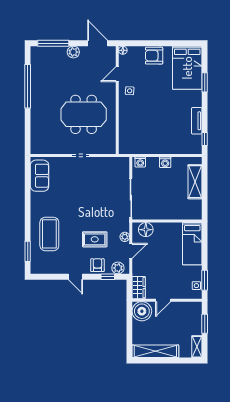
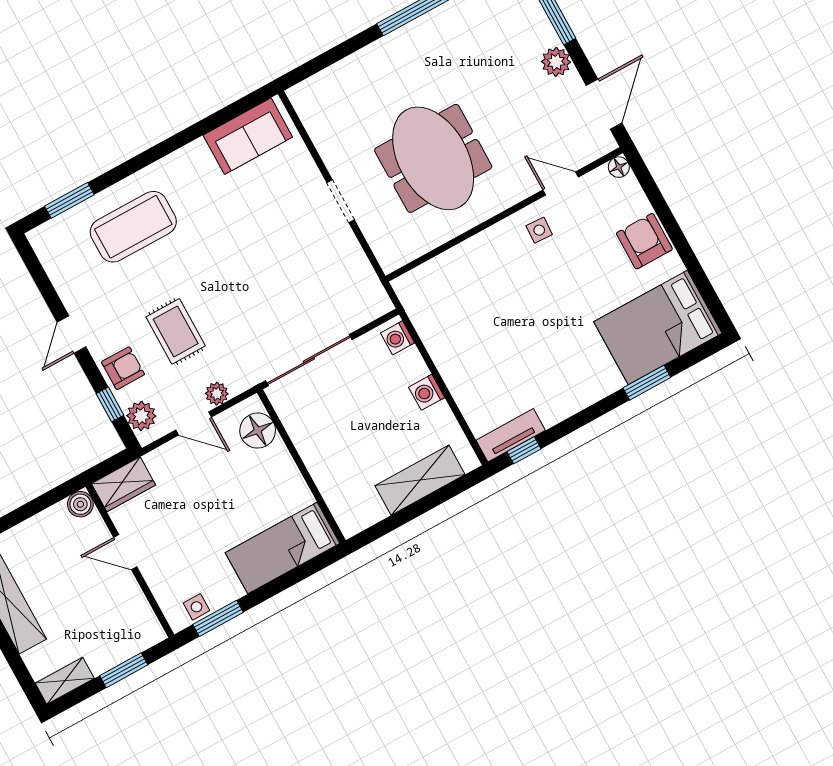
tv unit: (197, 121) -> (511, 435), moved
boiler: (142, 311) -> (80, 504), width x0.54, depth x0.54

